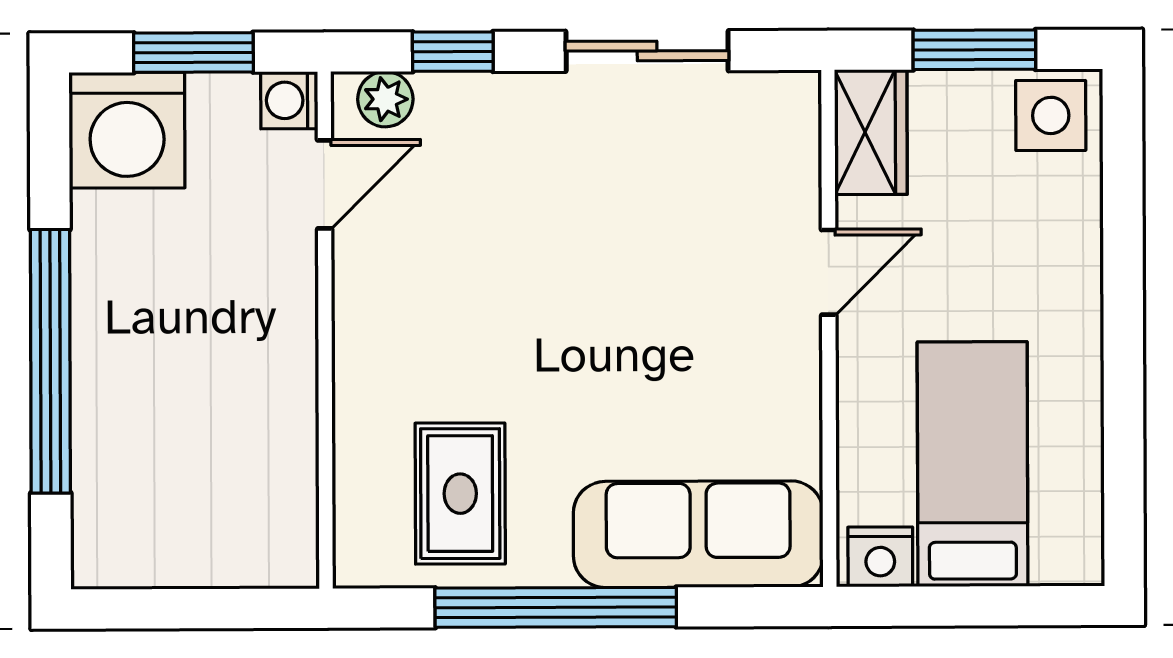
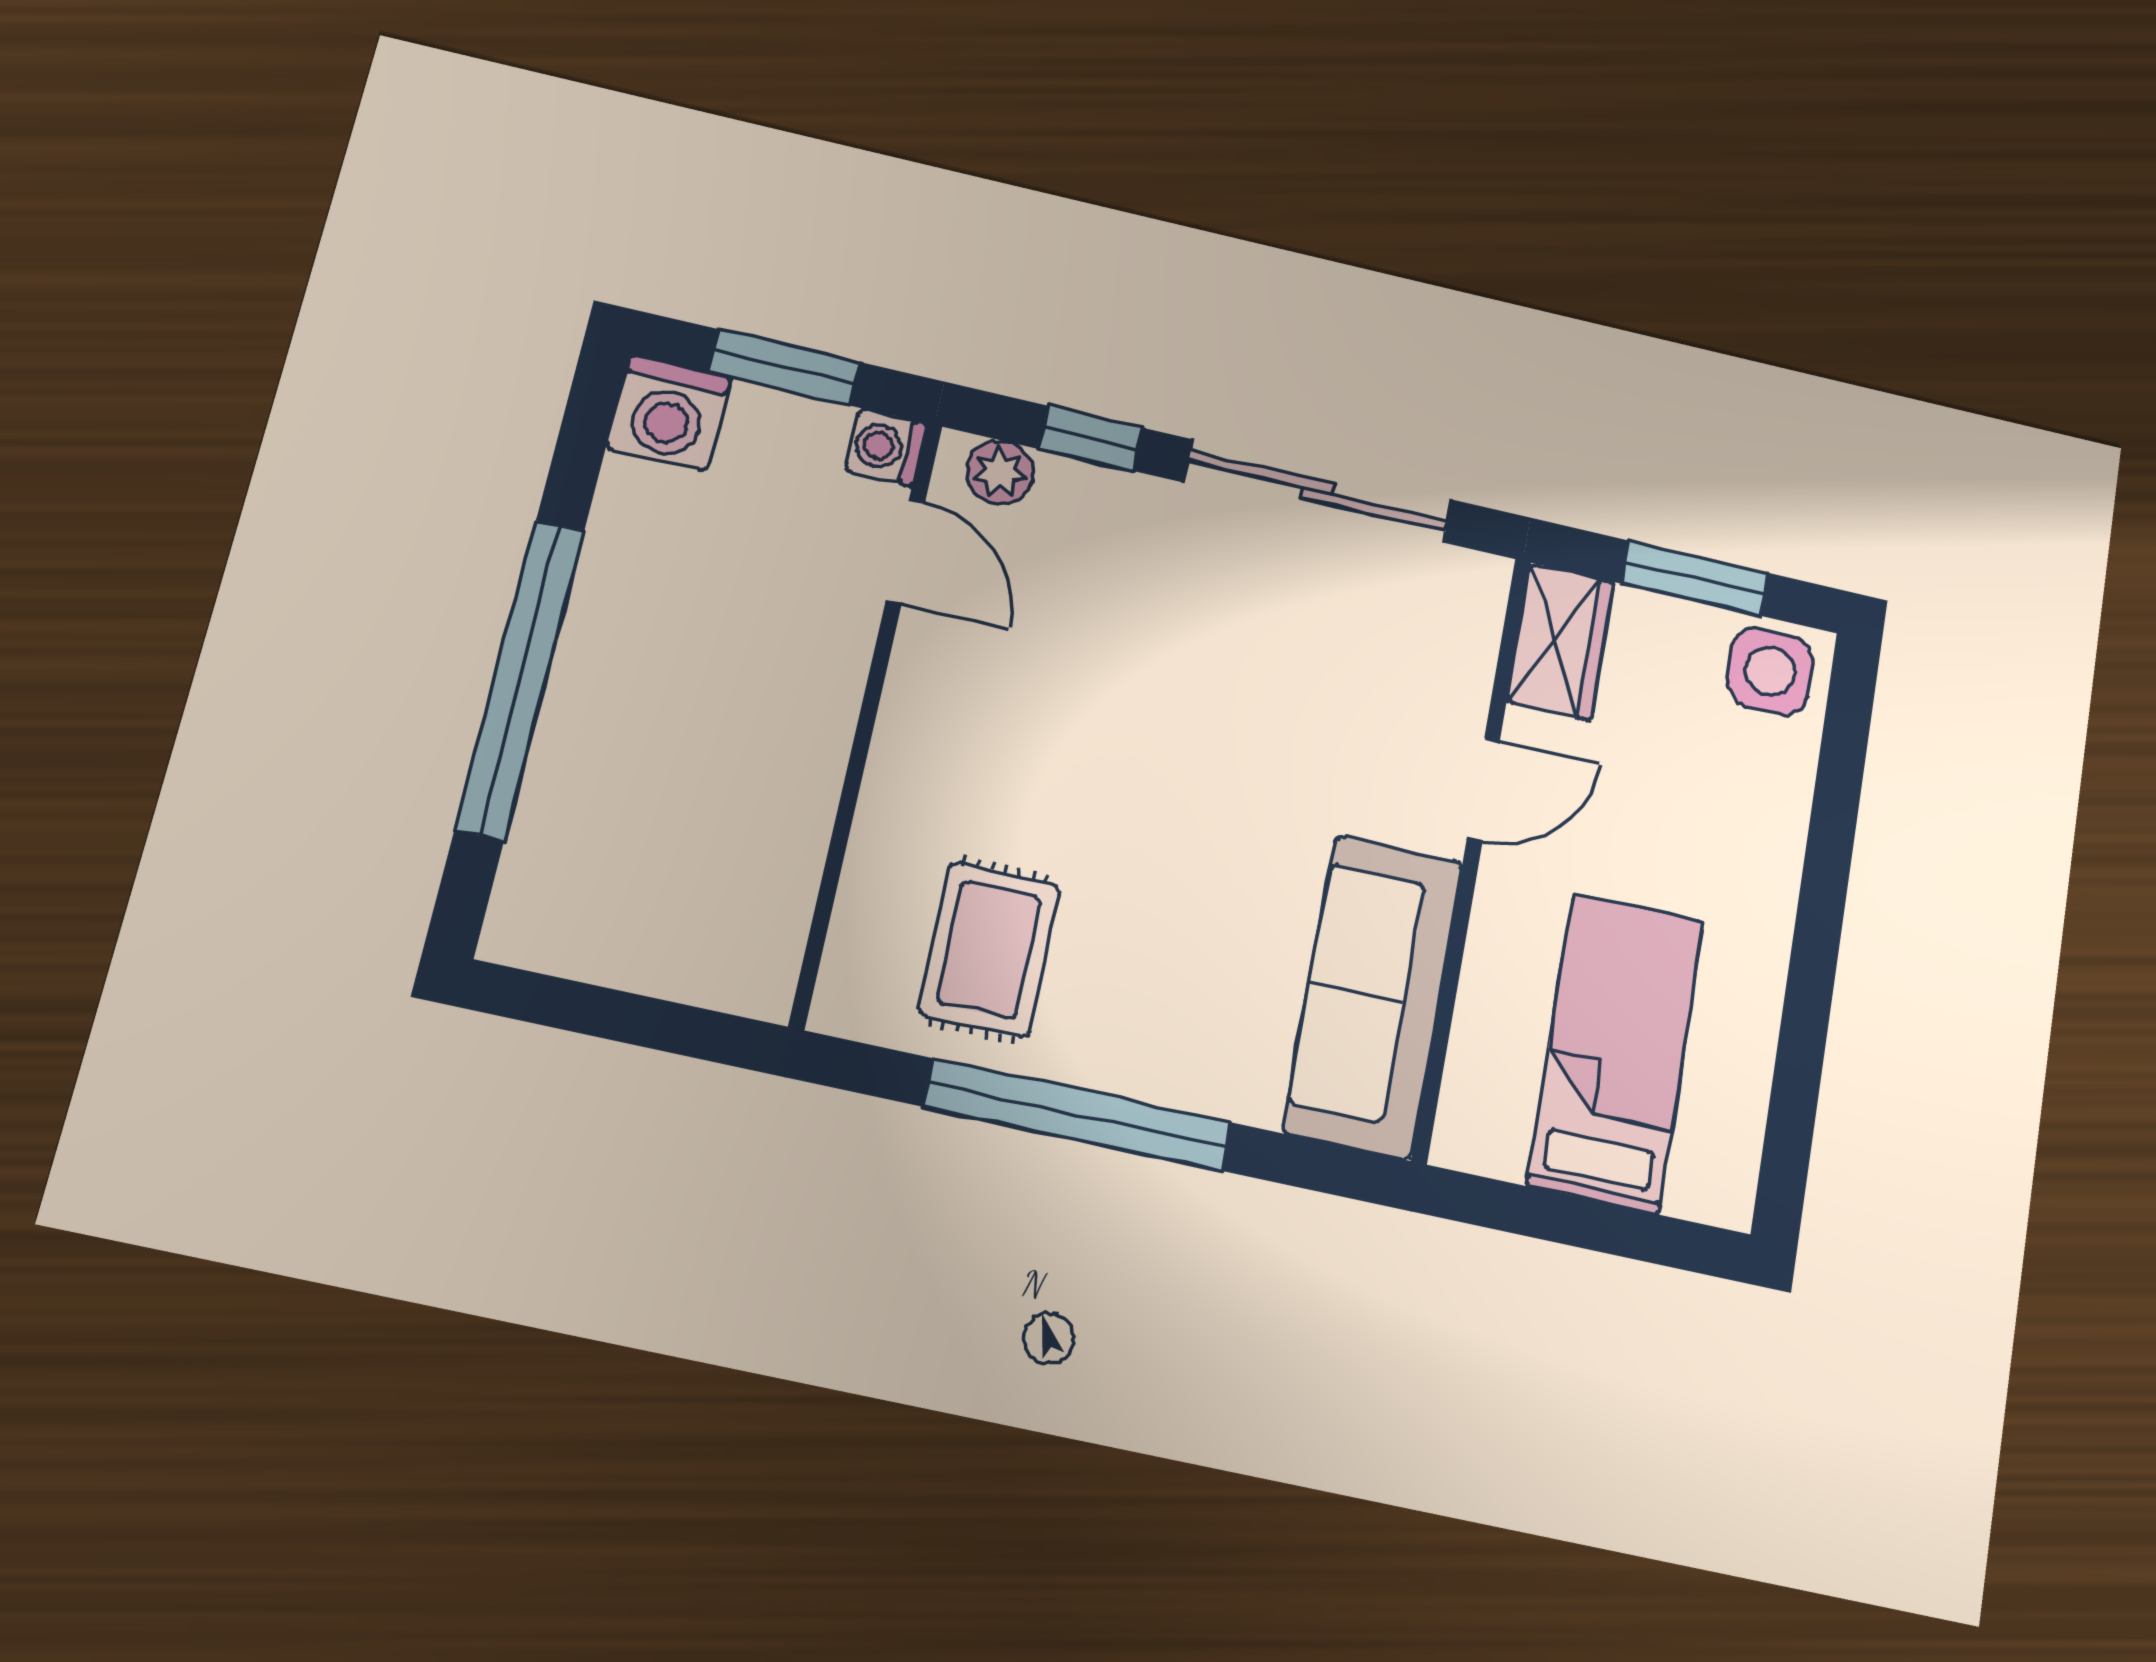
sliding door: (647, 51) -> (1318, 491), width x1.37
washing machine: (127, 130) -> (669, 413), width x0.73, depth x0.73
door: (325, 184) -> (905, 551), hinge flipped
sofa: (698, 534) -> (1373, 996), moved, turned -90
nightstand: (880, 557) -> (1486, 1140), removed

